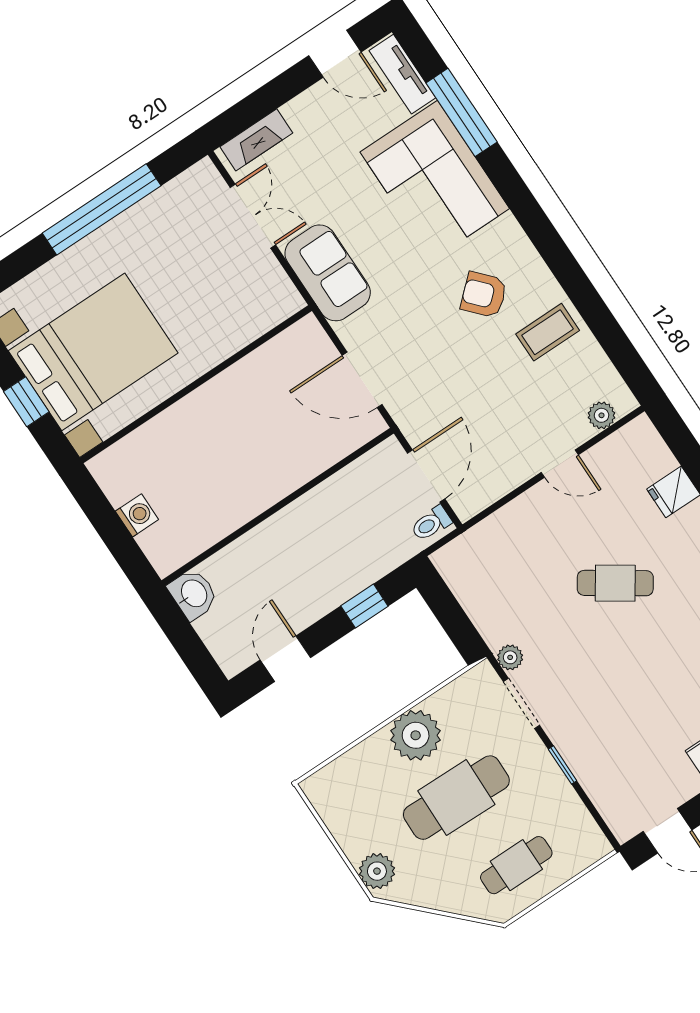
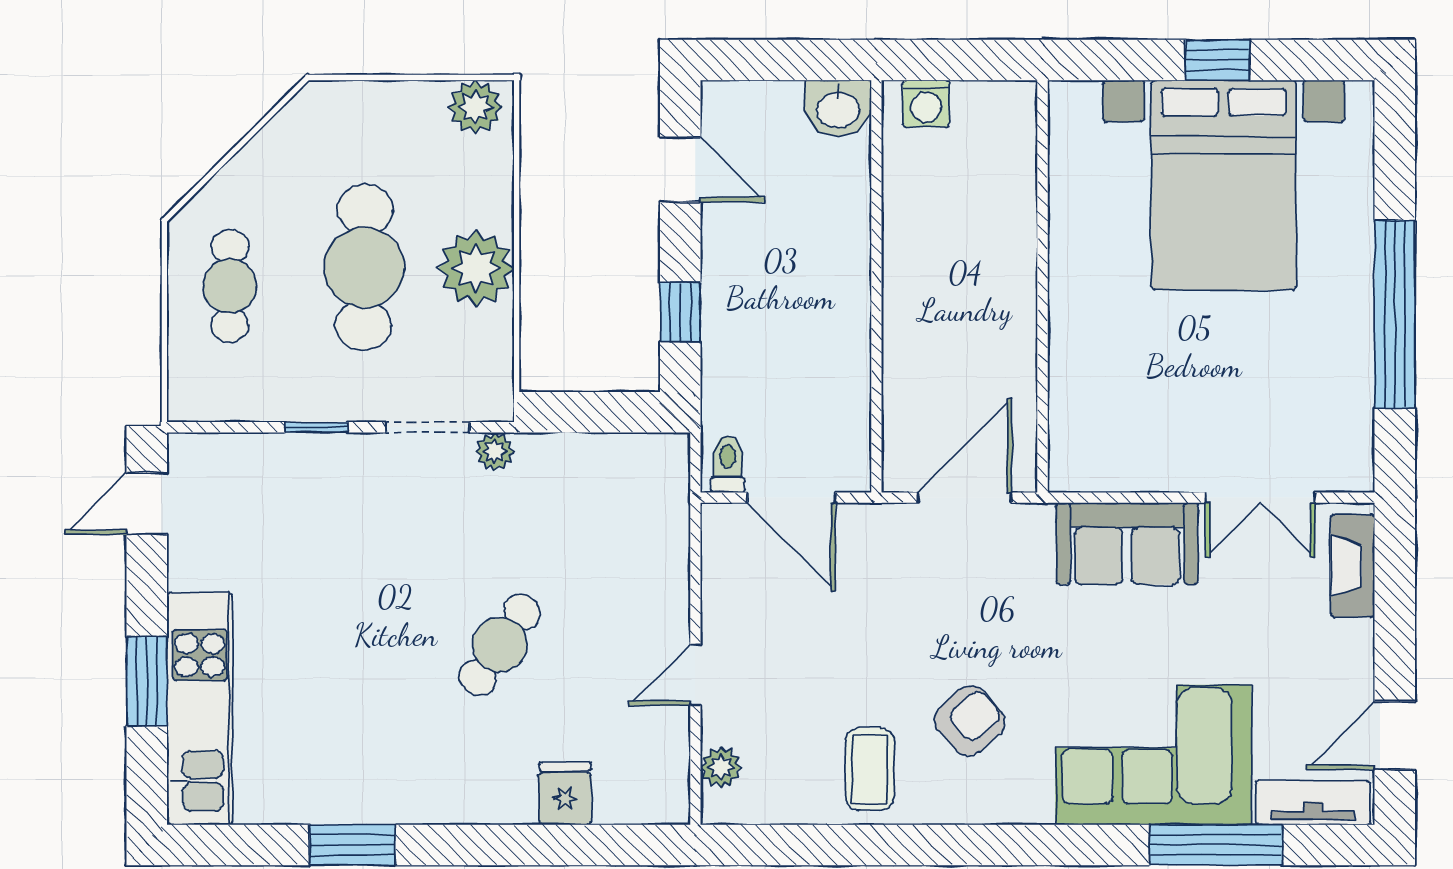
wall: (196, 384) -> (1043, 286), moved
washing machine: (137, 515) -> (926, 104), moved
plant: (377, 871) -> (476, 107), moved

